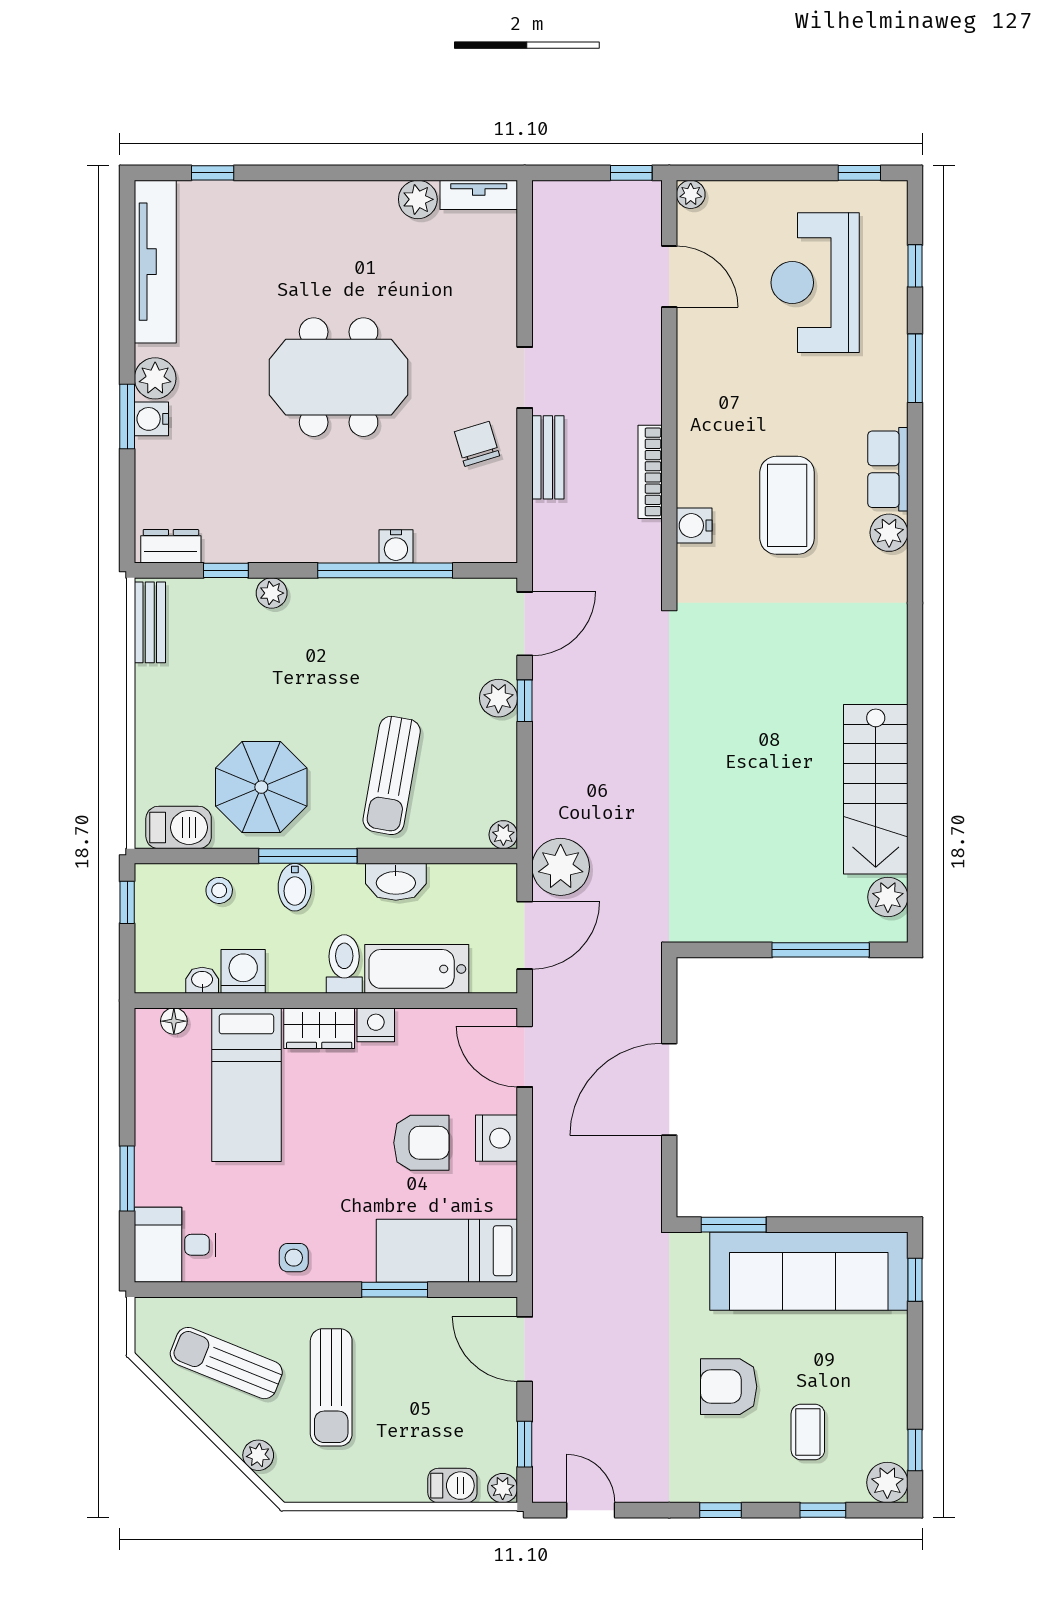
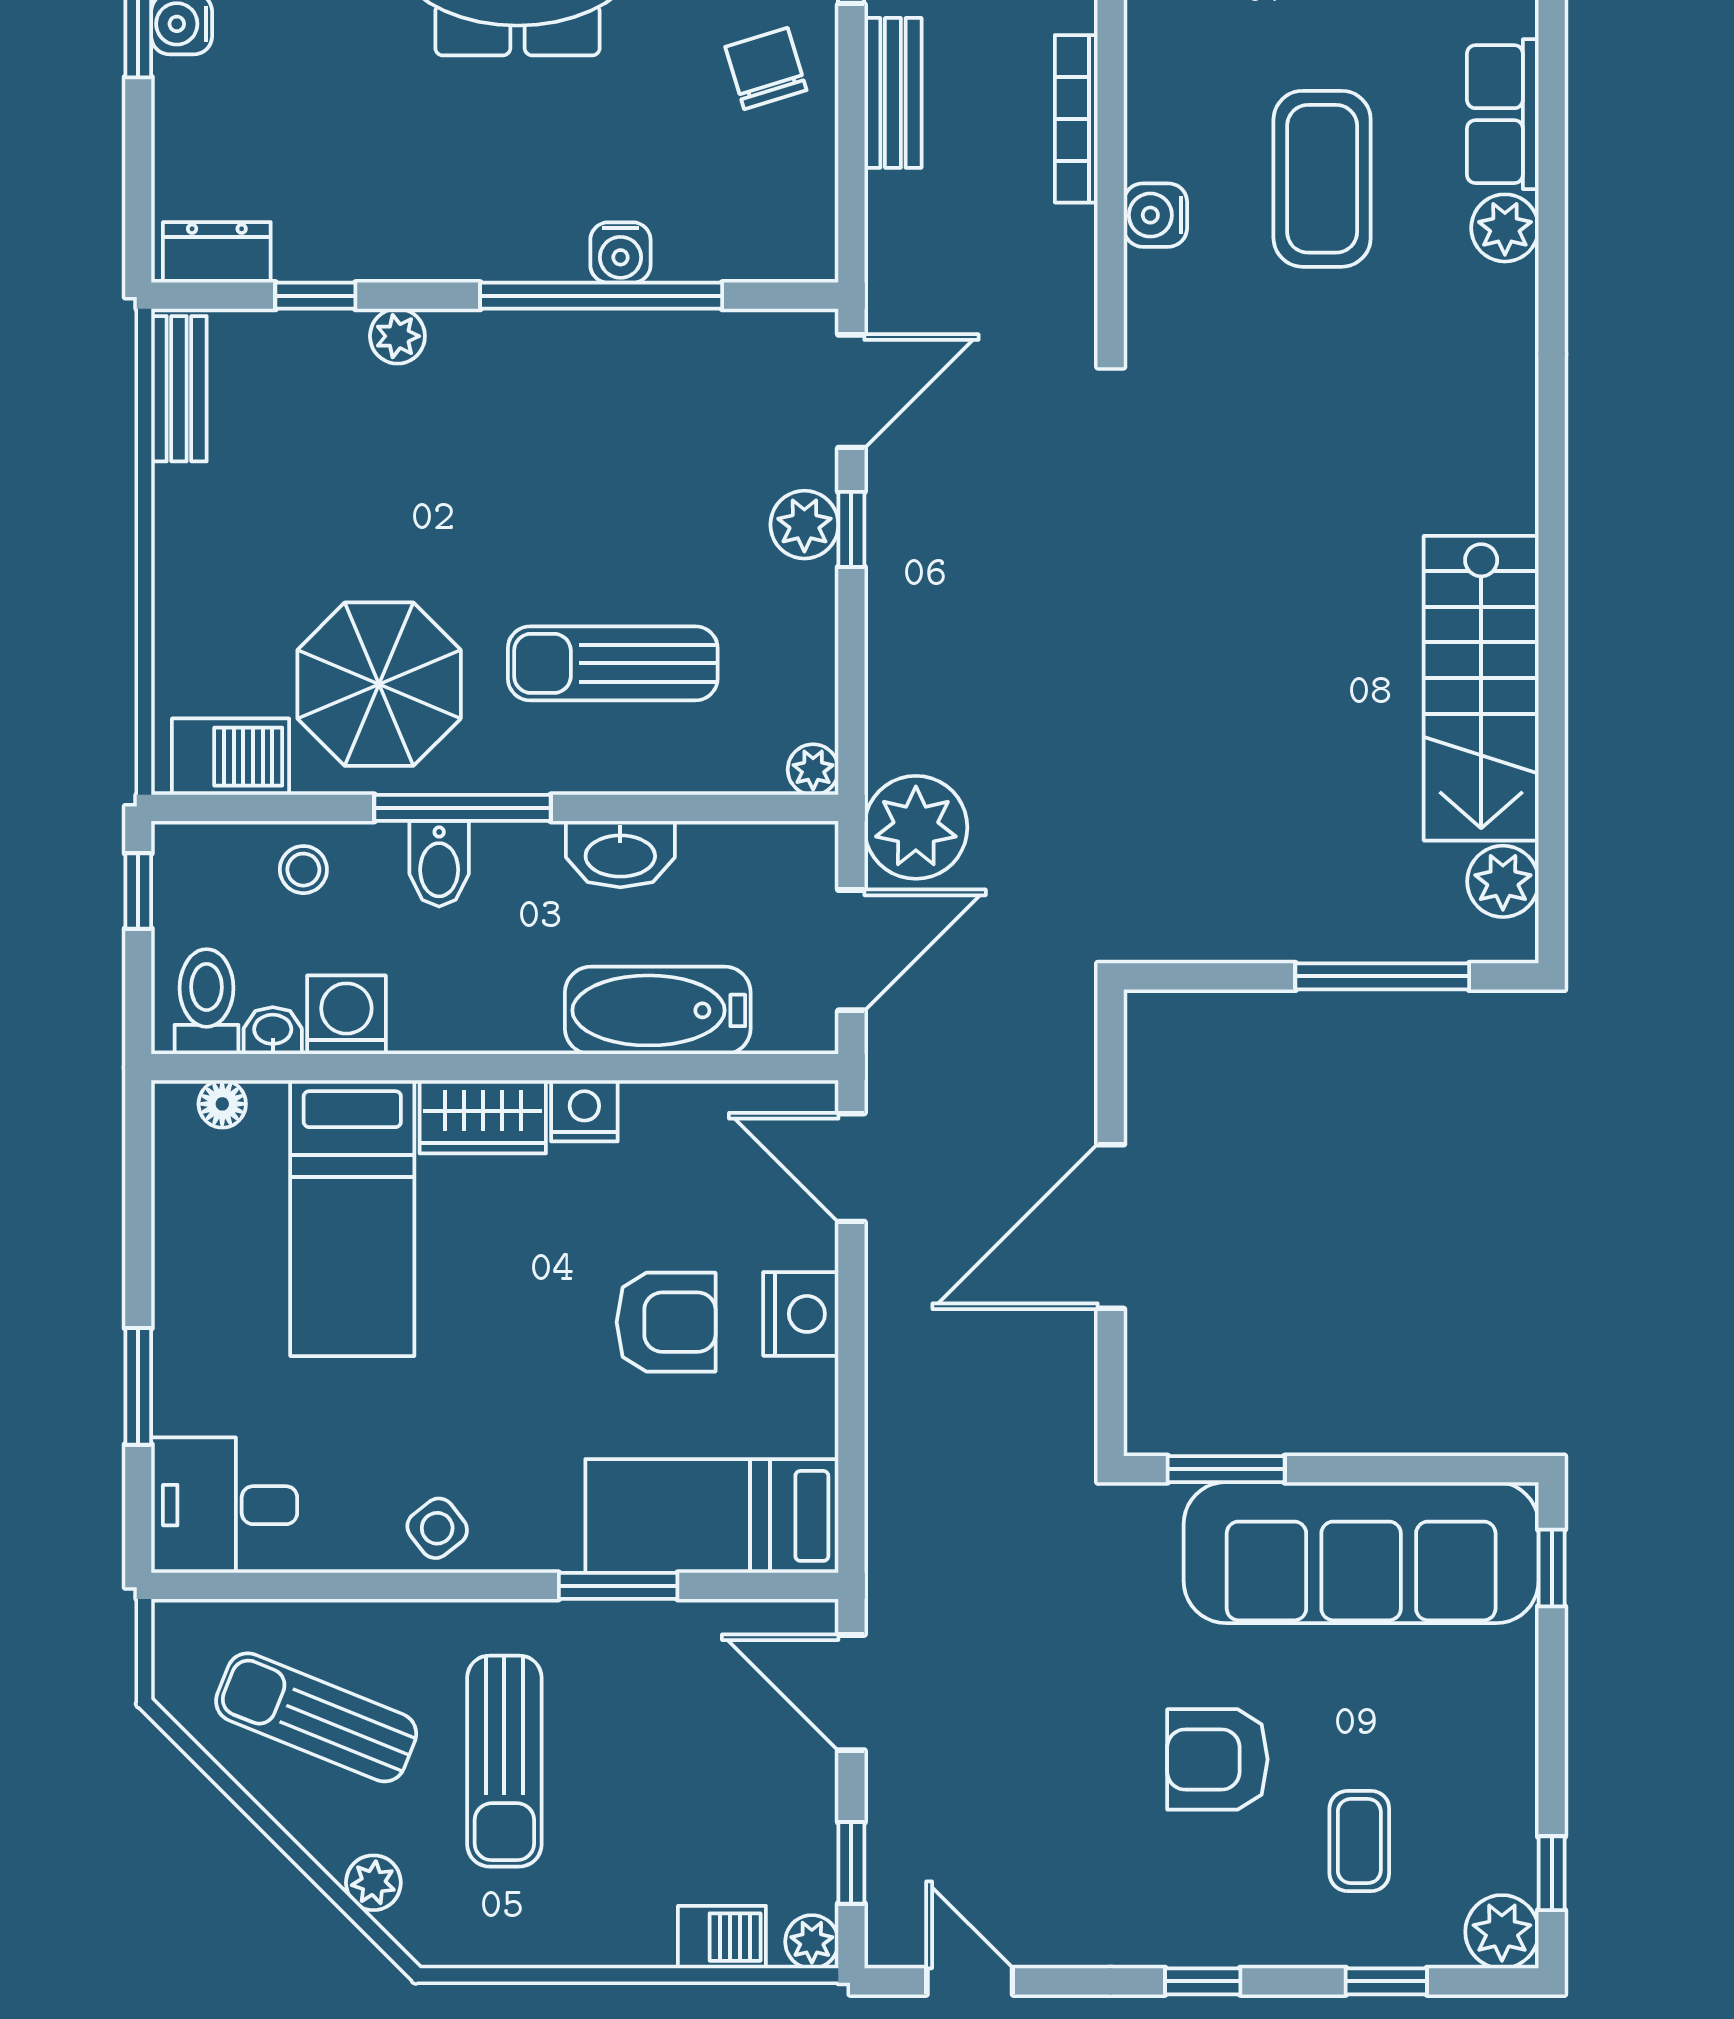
sun lounger: (392, 775) -> (613, 663), turned 80
toilet: (344, 964) -> (207, 1002), moved
side table: (294, 1258) -> (437, 1528), turned -38

